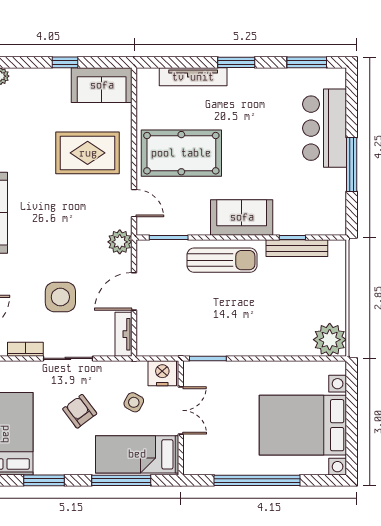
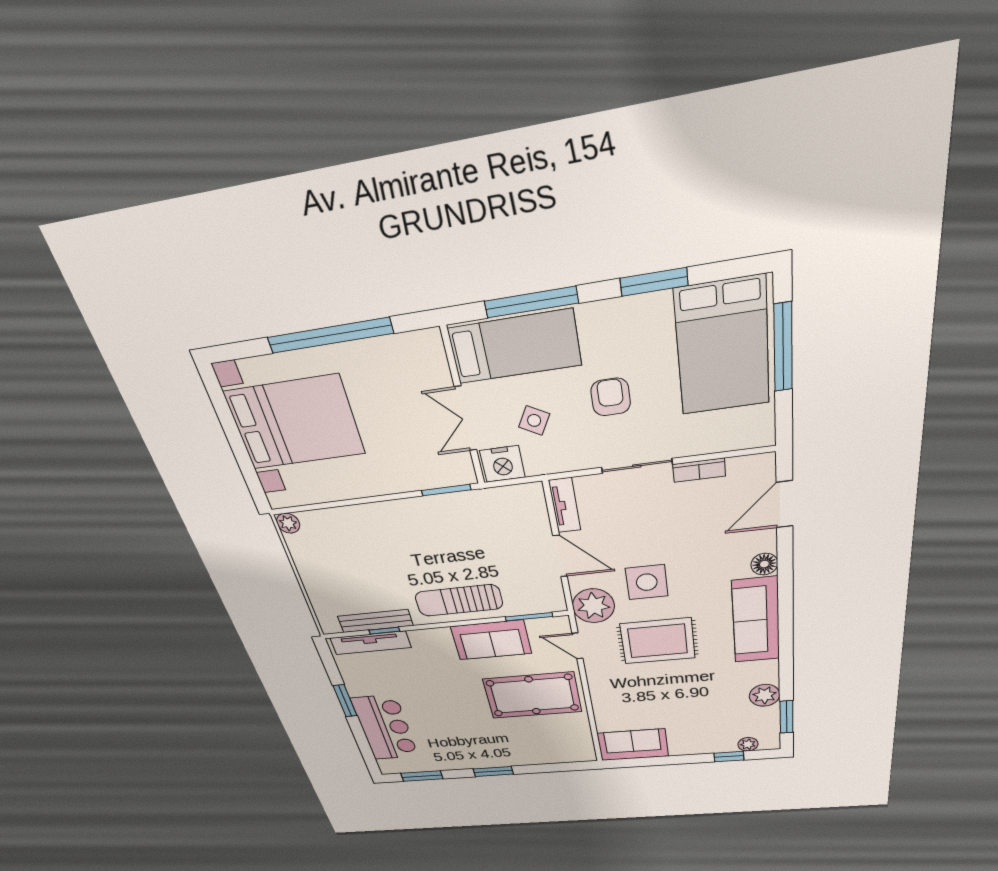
window: (65, 62) -> (729, 757), moved
tv unit: (193, 77) -> (371, 643), moved, turned 180
rug: (88, 153) -> (658, 641), moved
window: (352, 164) -> (345, 701), width x0.69
sofa: (242, 217) -> (491, 640), moved
plant: (120, 242) -> (593, 606), width x1.36, depth x1.36
door: (134, 291) -> (560, 556), hinge flipped
side table: (60, 297) -> (647, 582), moved
plant: (330, 340) -> (288, 523), width x0.53, depth x0.53
armchair: (80, 411) -> (611, 397), turned -143

